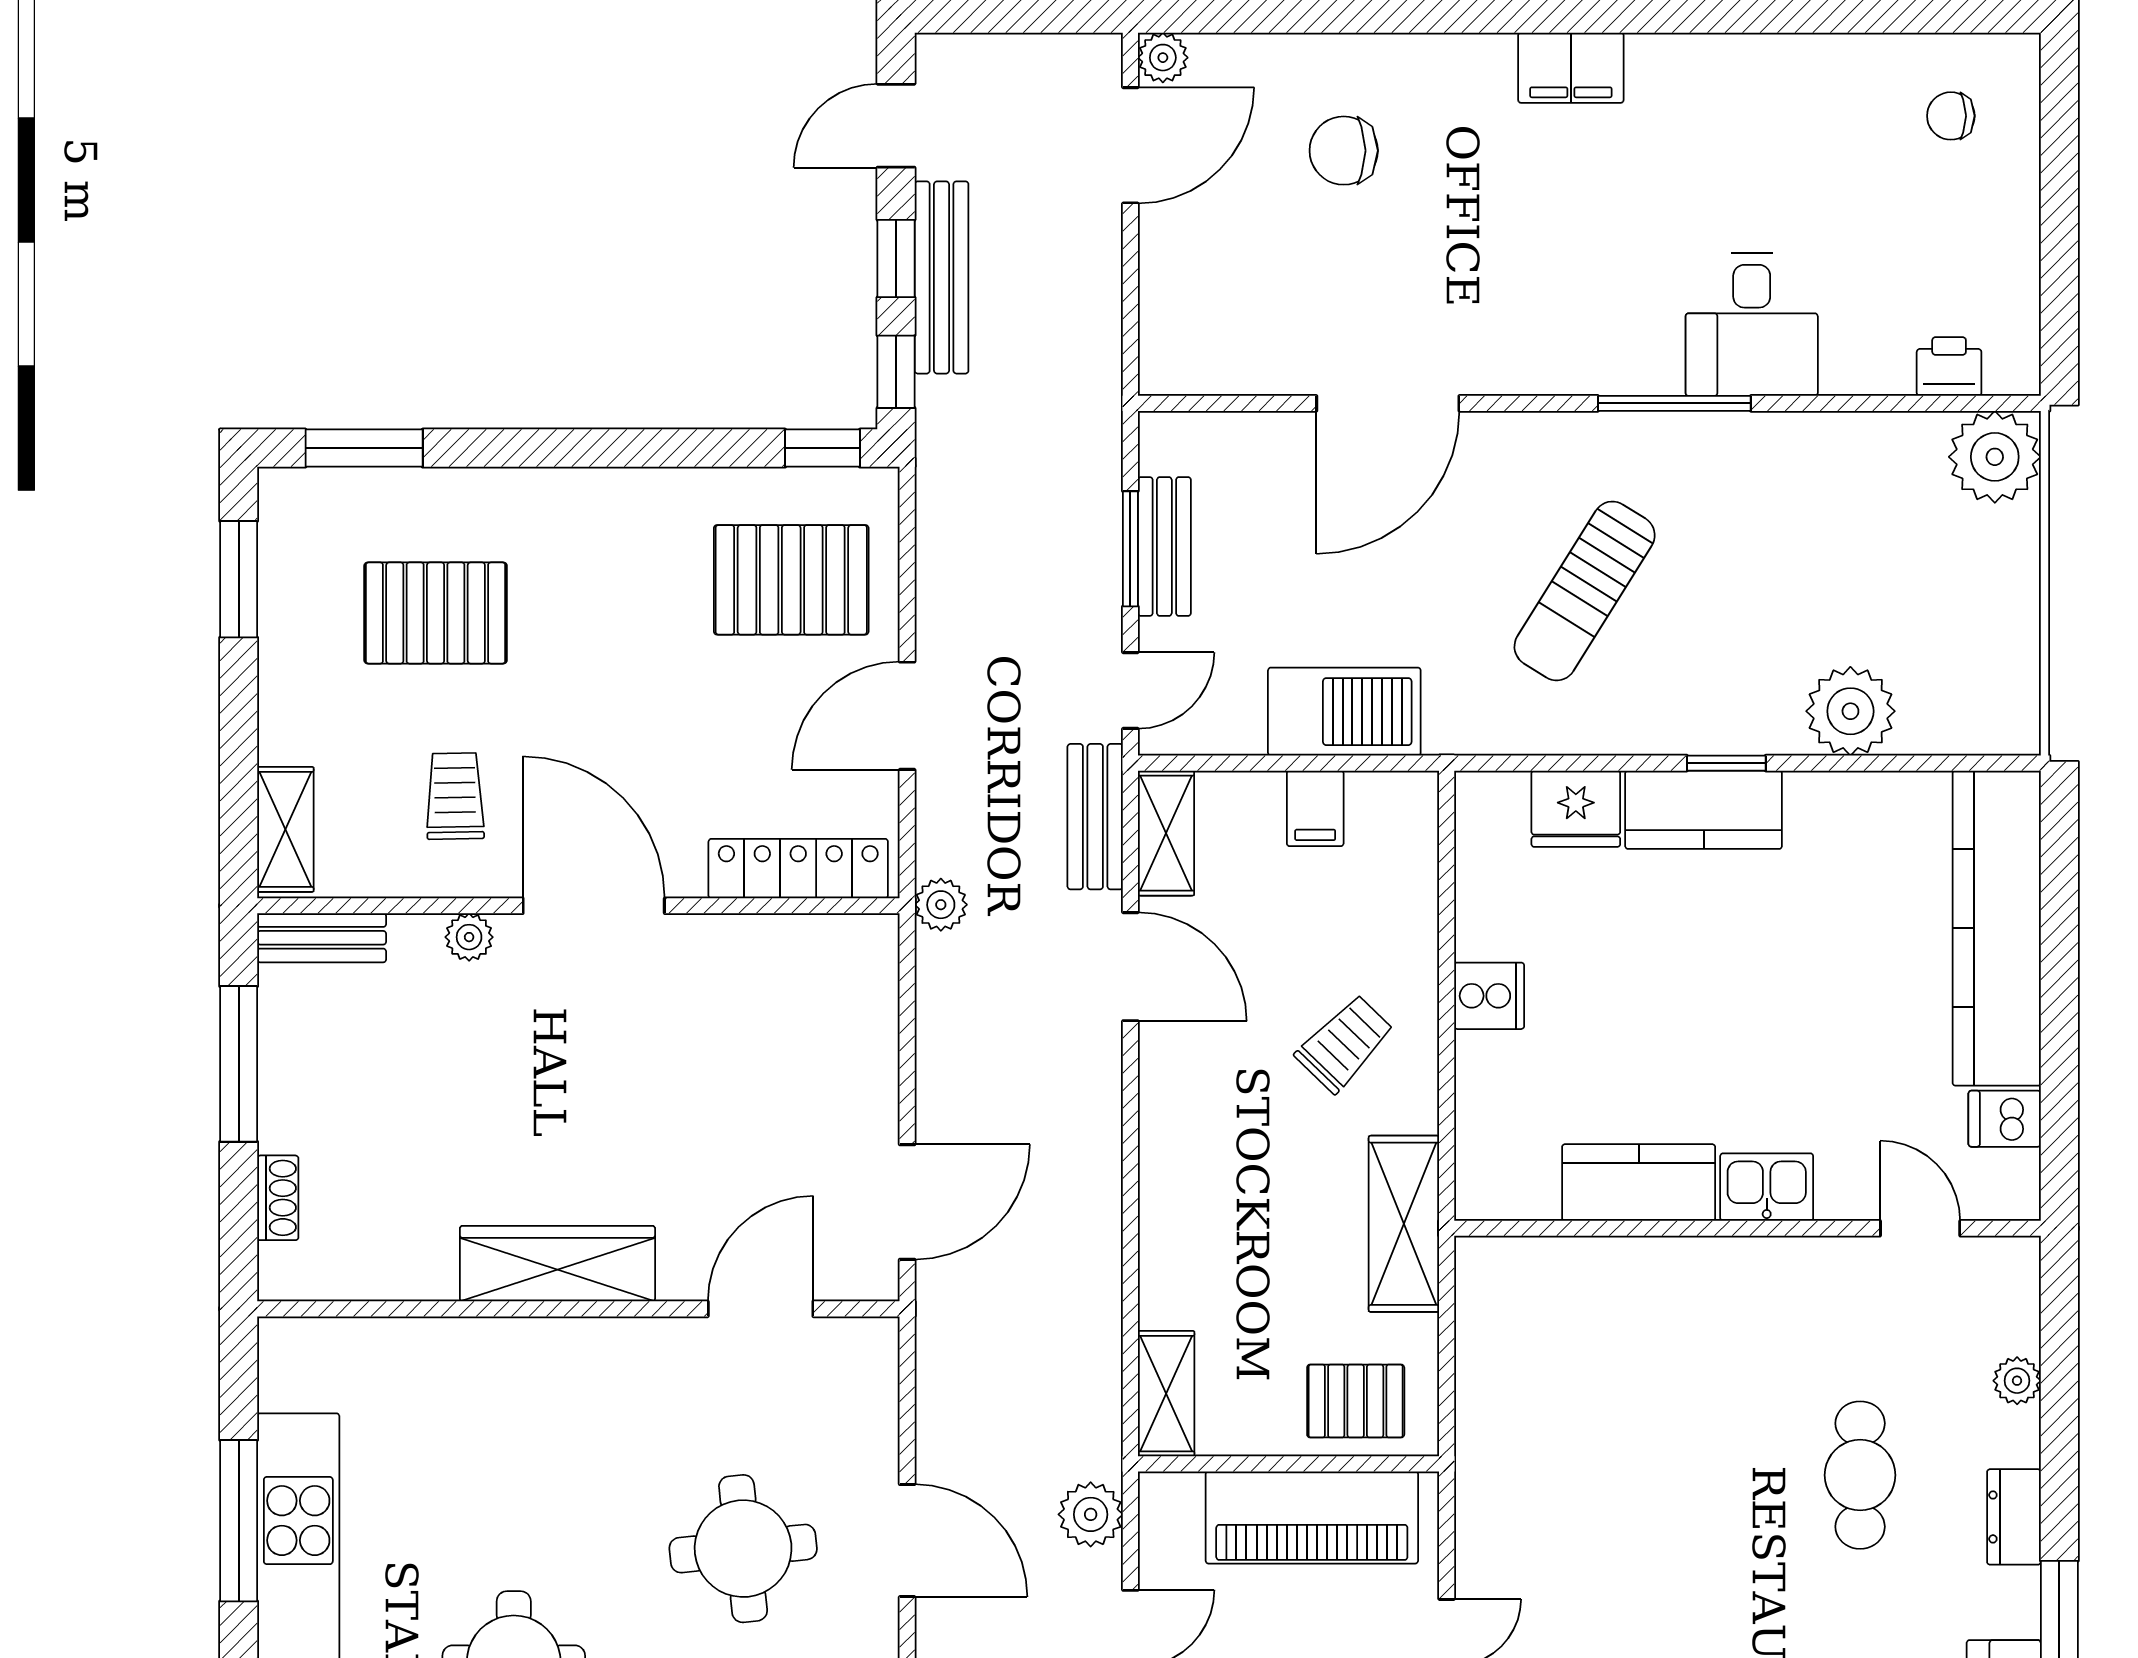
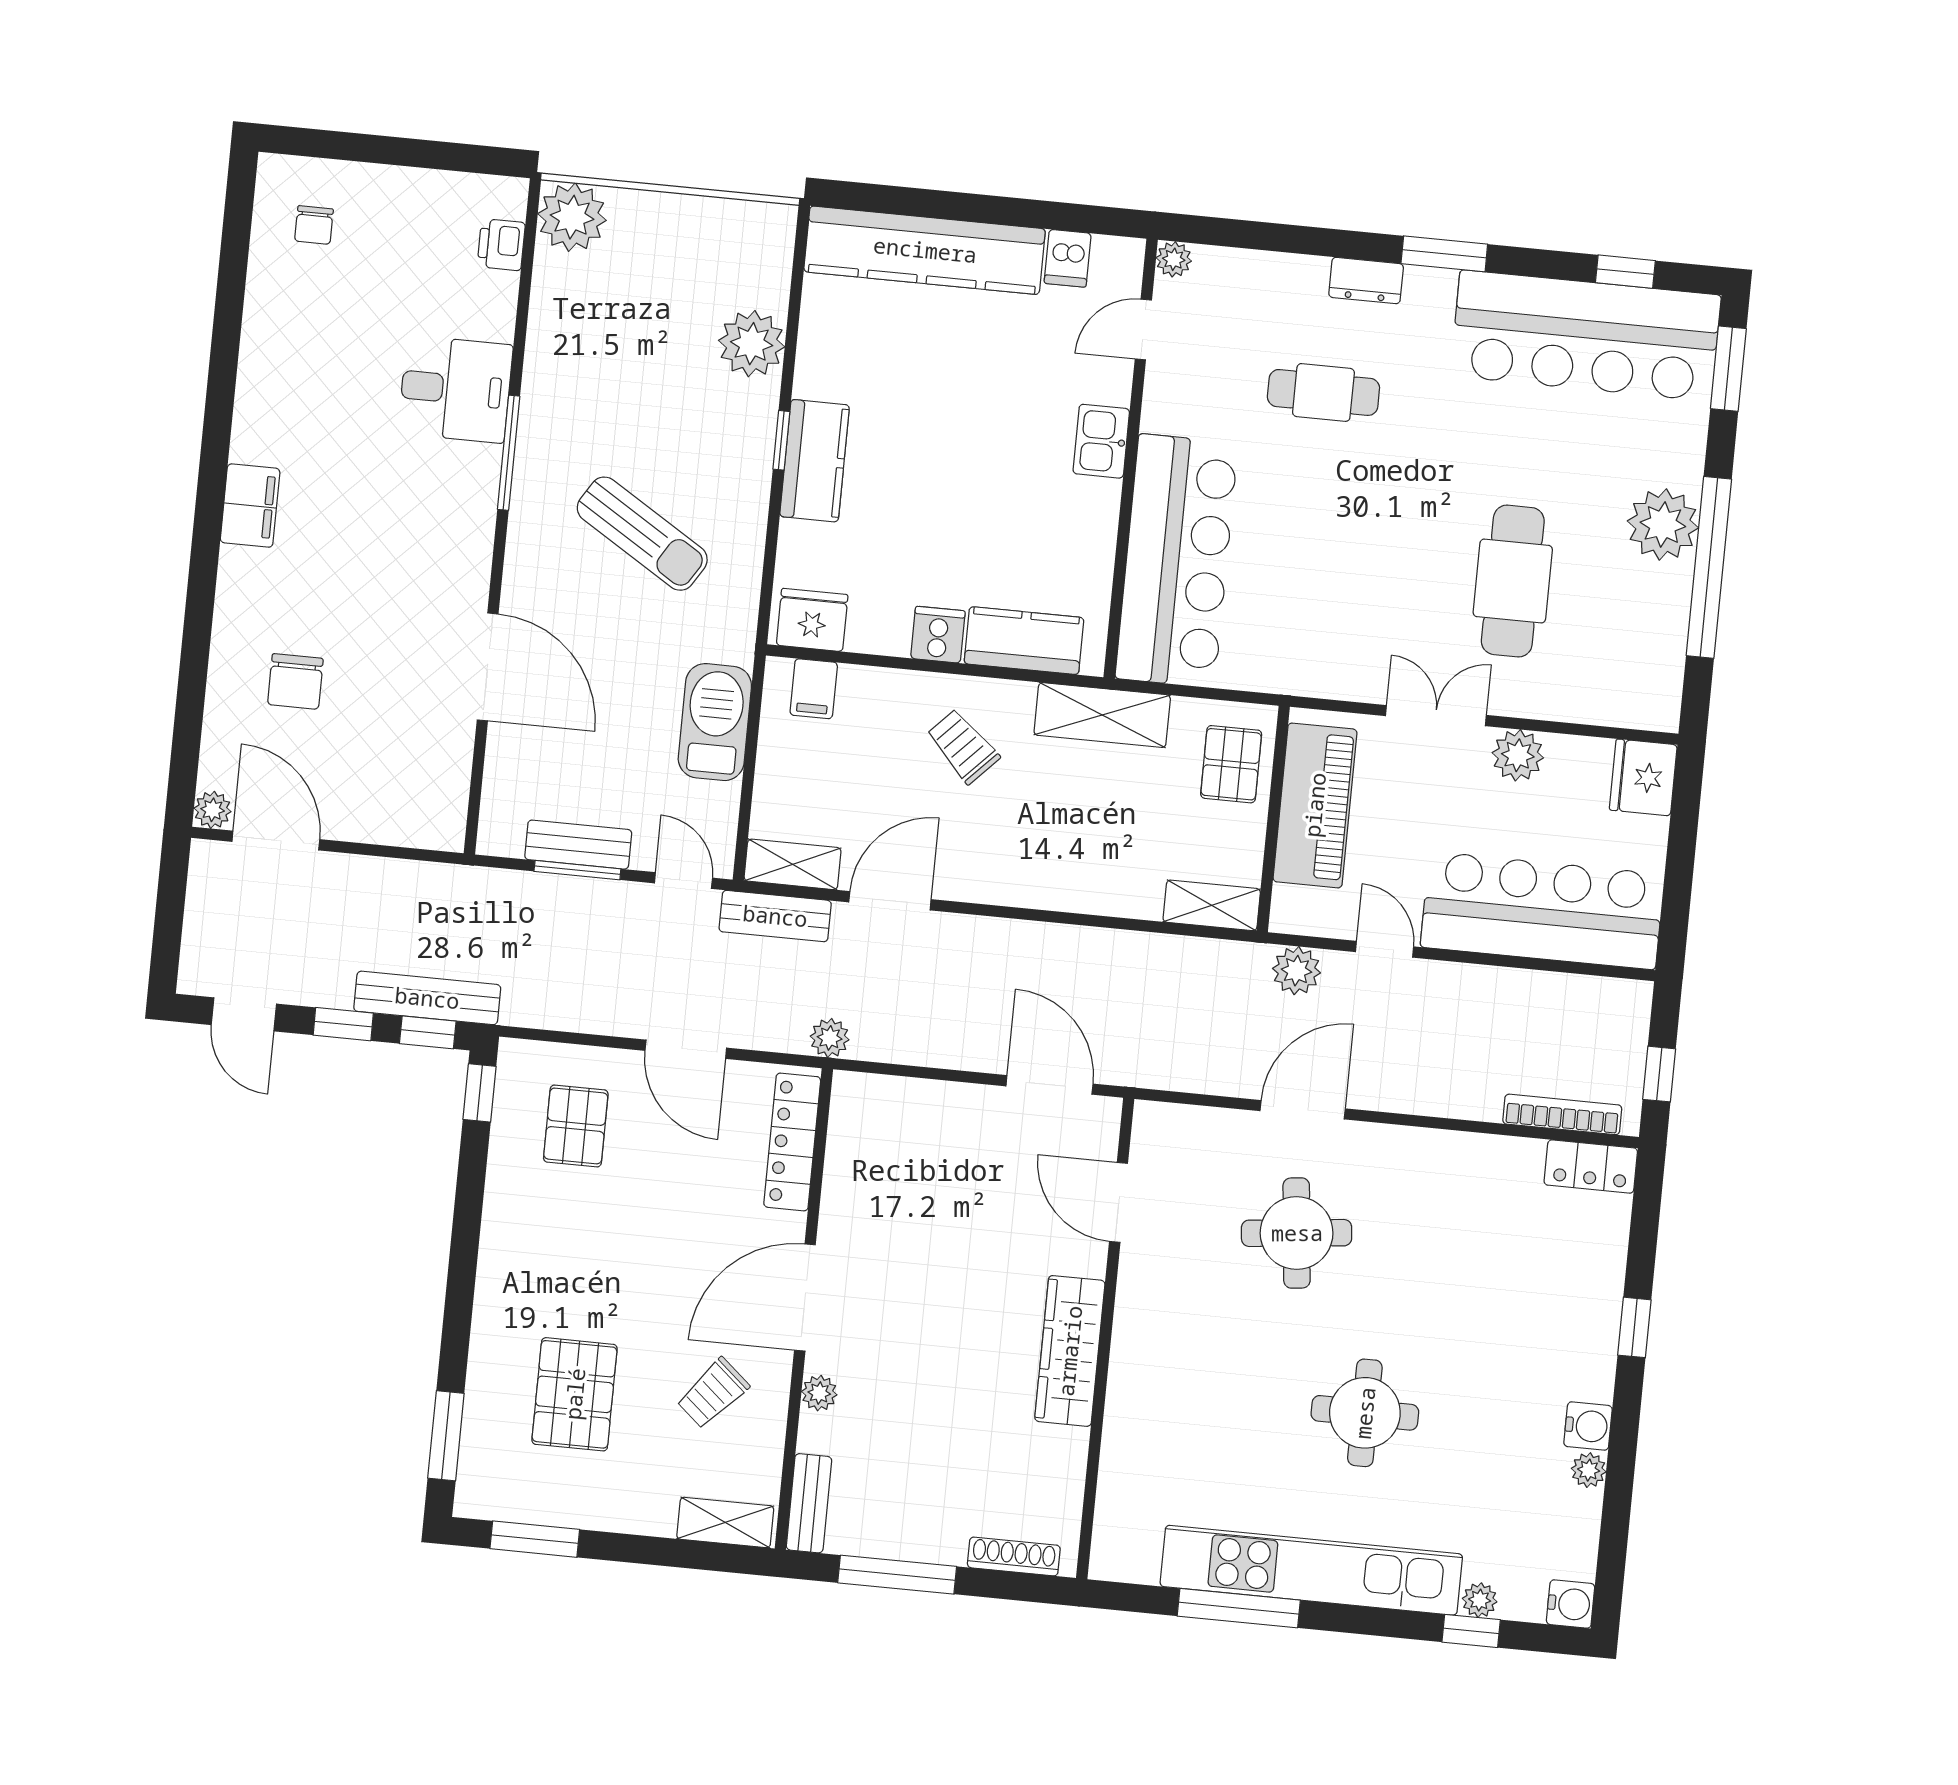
bench: (942, 277) -> (427, 998), moved
pallet: (791, 580) -> (576, 1126), width x0.67, depth x0.71
trolley: (455, 796) -> (713, 1393), turned -48
filing cabinet: (1315, 808) -> (814, 689), moved, turned 90
fridge: (1576, 809) -> (812, 620), moved, turned -90
kitchen counter: (1639, 1182) -> (1024, 641), moved, turned 90
shoe rack: (278, 1198) -> (1014, 1556), width x1.43
bar counter: (1618, 1302) -> (1177, 561), added
plant: (2017, 1381) -> (1174, 259), moved

